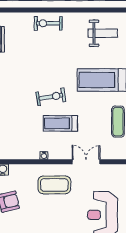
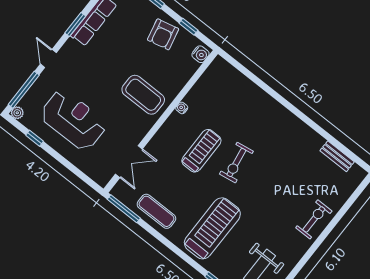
double door: (86, 162) -> (129, 162), moved
coffee table: (54, 185) -> (143, 95), turned 90

